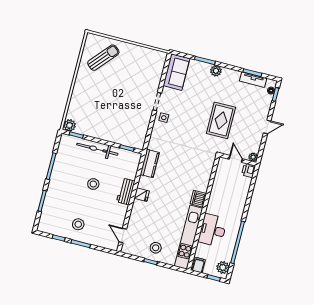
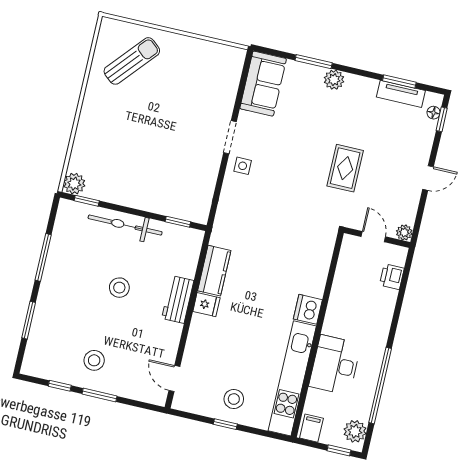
rug: (221, 120) -> (345, 168), width x0.73, depth x0.70
kitchen counter: (150, 164) -> (214, 271), moved
printer: (248, 170) -> (392, 277), moved

